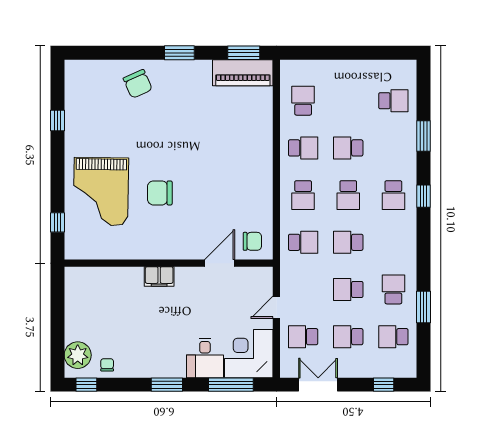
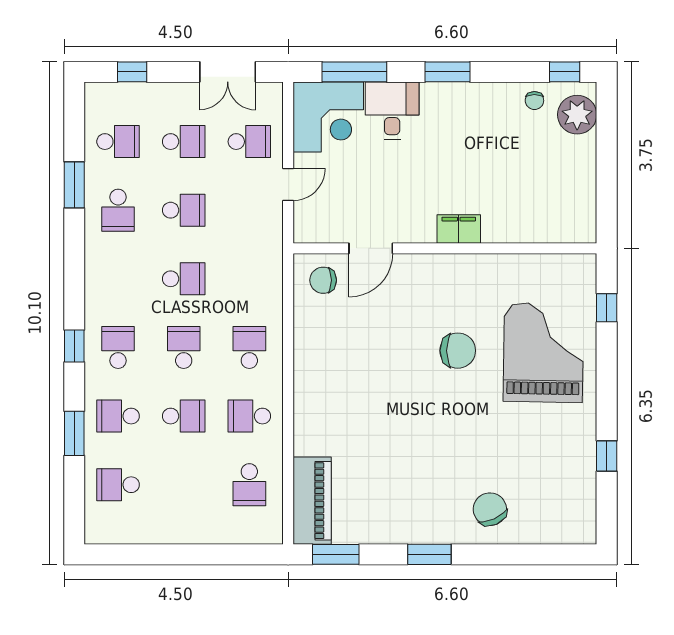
piano: (243, 73) -> (312, 501), moved, turned 90
school desk: (303, 242) -> (118, 416), moved

